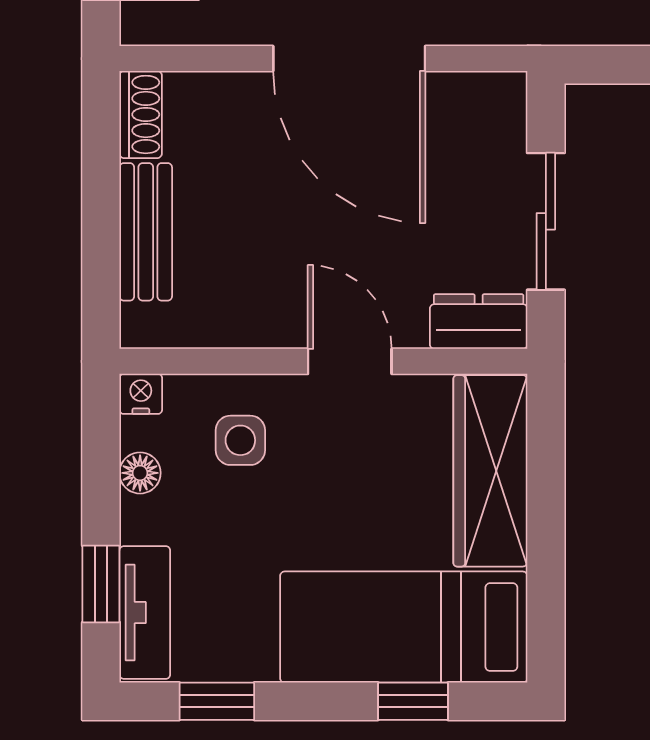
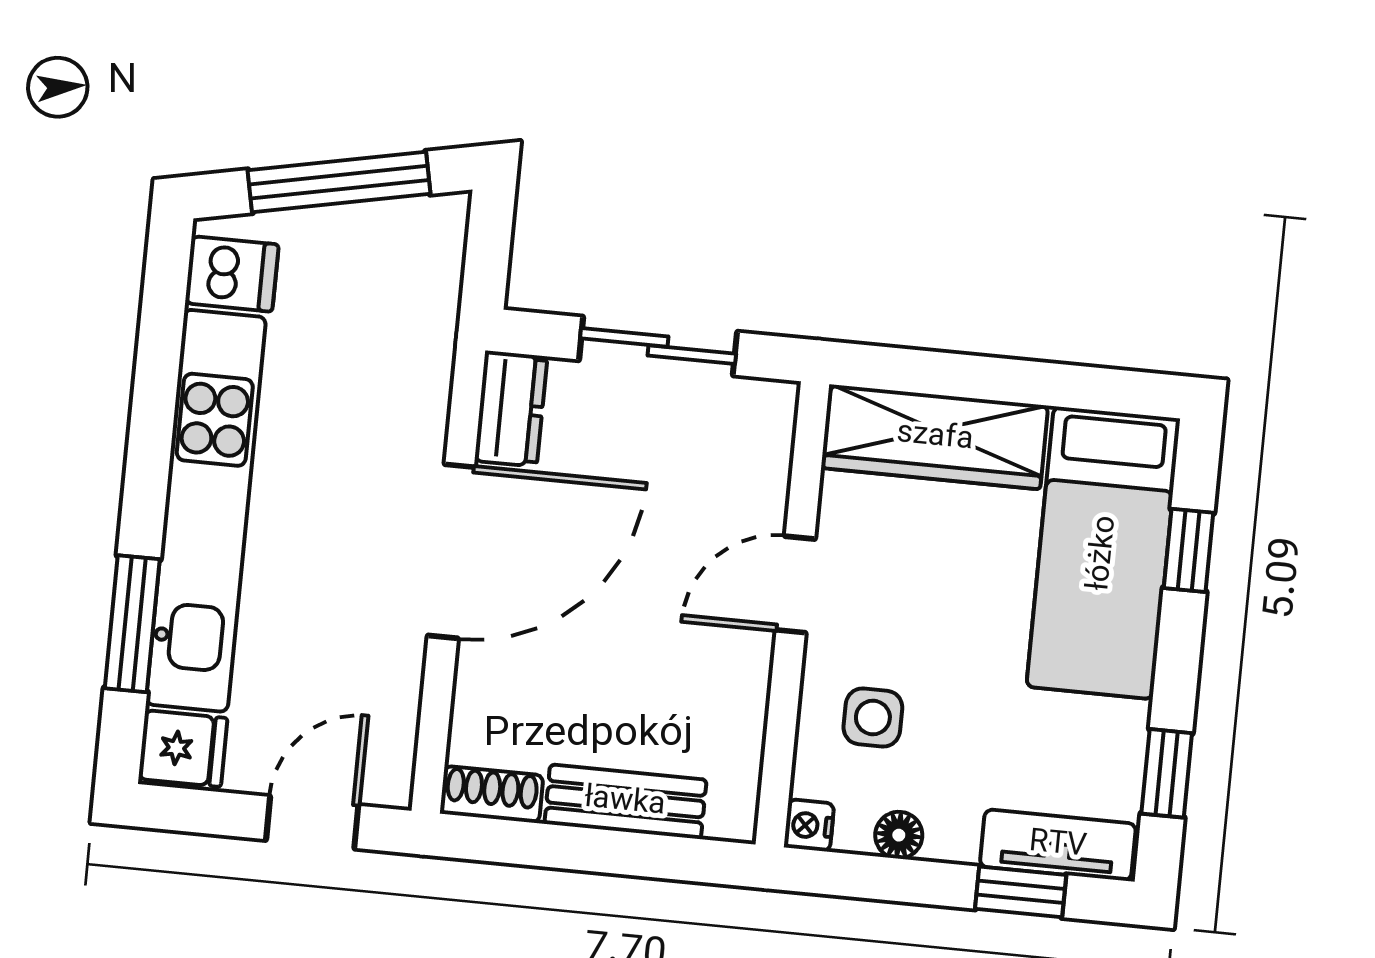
dresser: (479, 322) -> (511, 409), moved, turned 180

